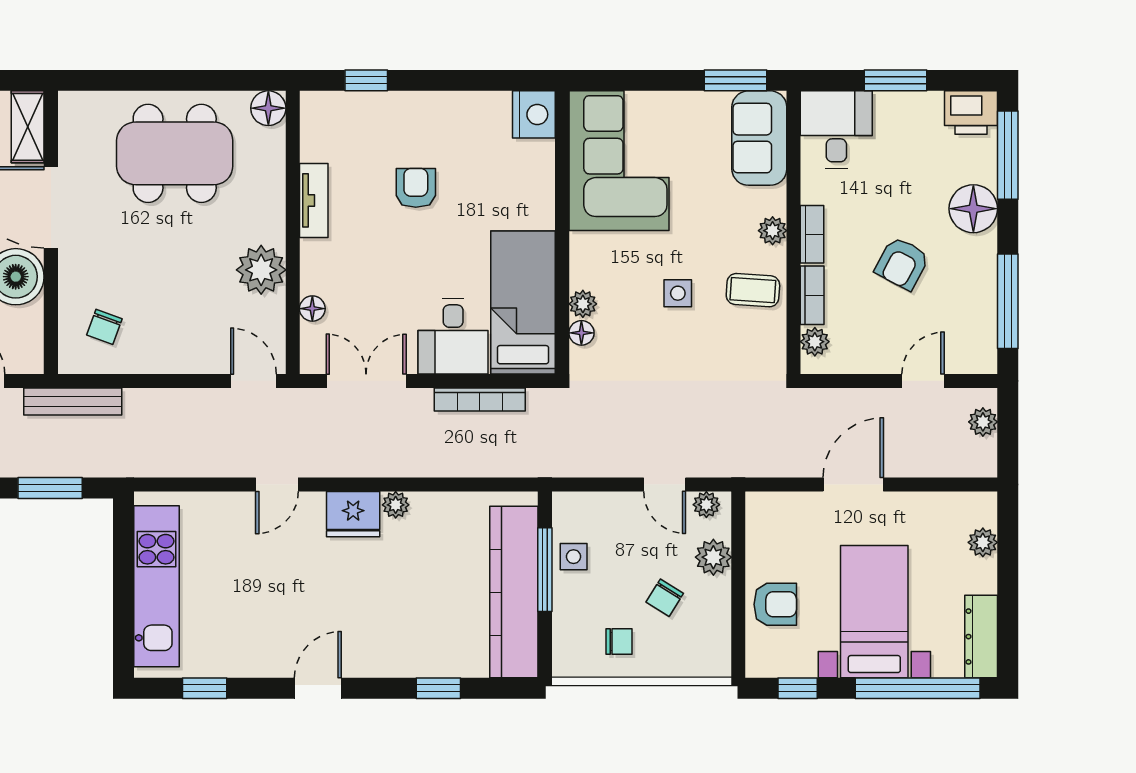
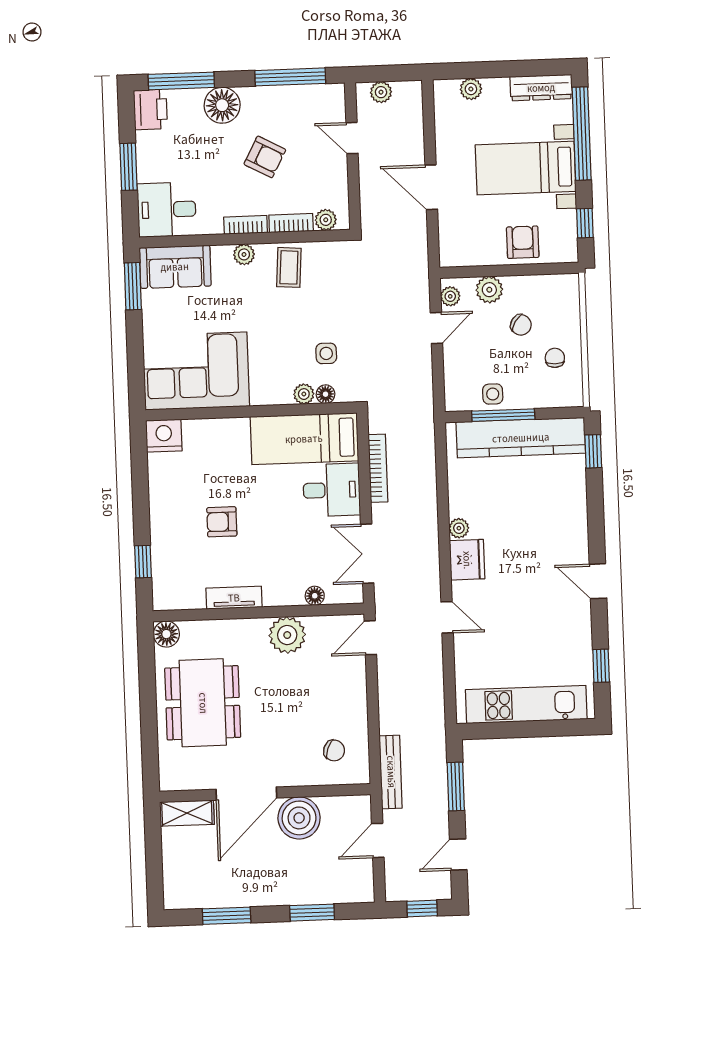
side table: (678, 293) -> (326, 353), moved
window: (438, 688) -> (593, 451), moved

